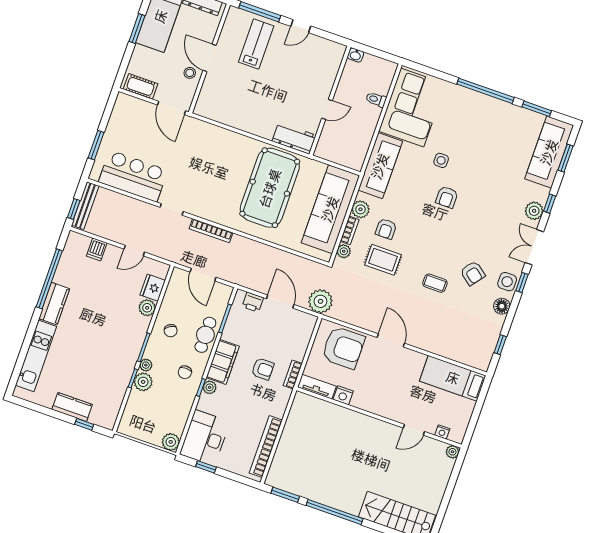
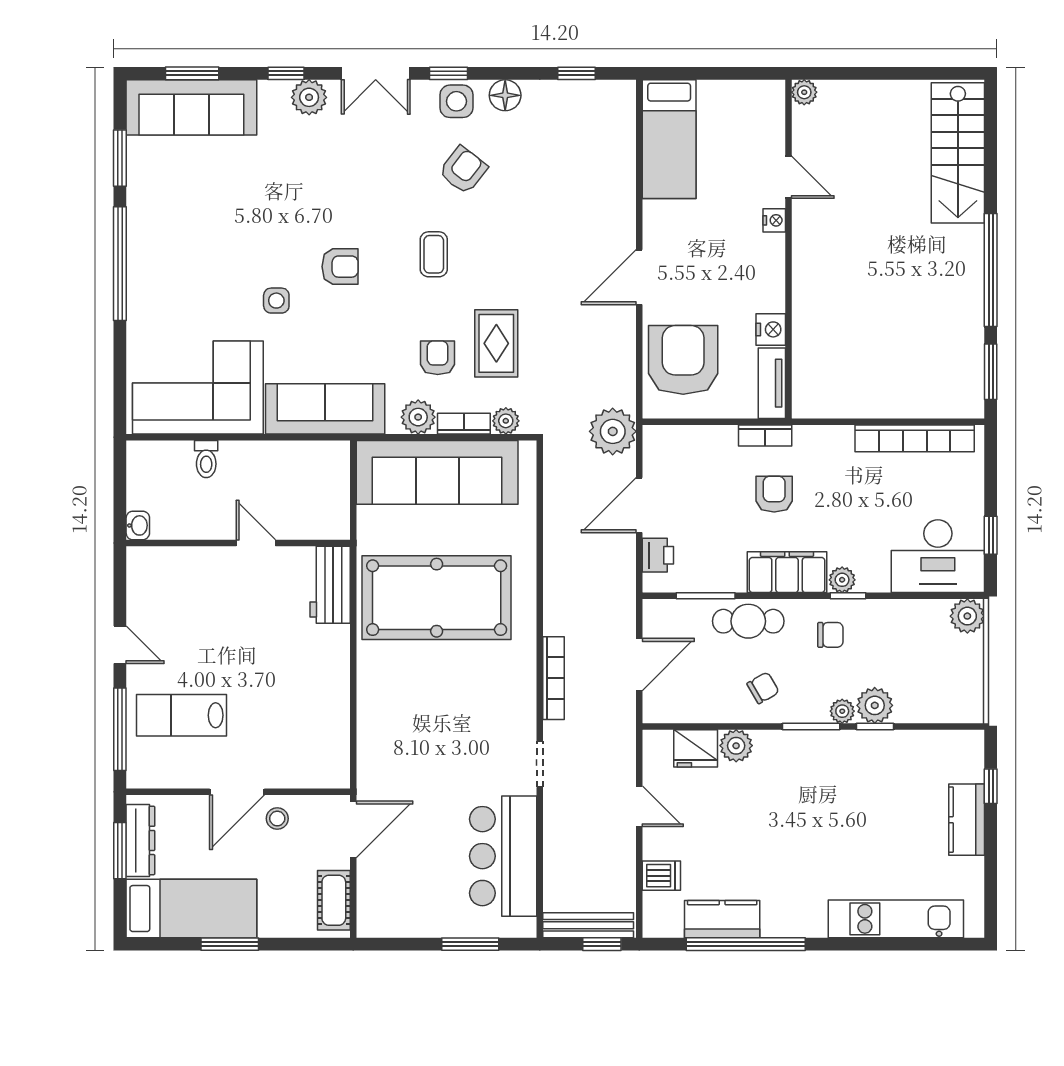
armchair: (386, 229) -> (438, 358), turned -90
coffee table: (435, 283) -> (434, 254), moved
kitchen counter: (54, 304) -> (722, 919), moved
nightstand: (442, 432) -> (774, 220), moved

